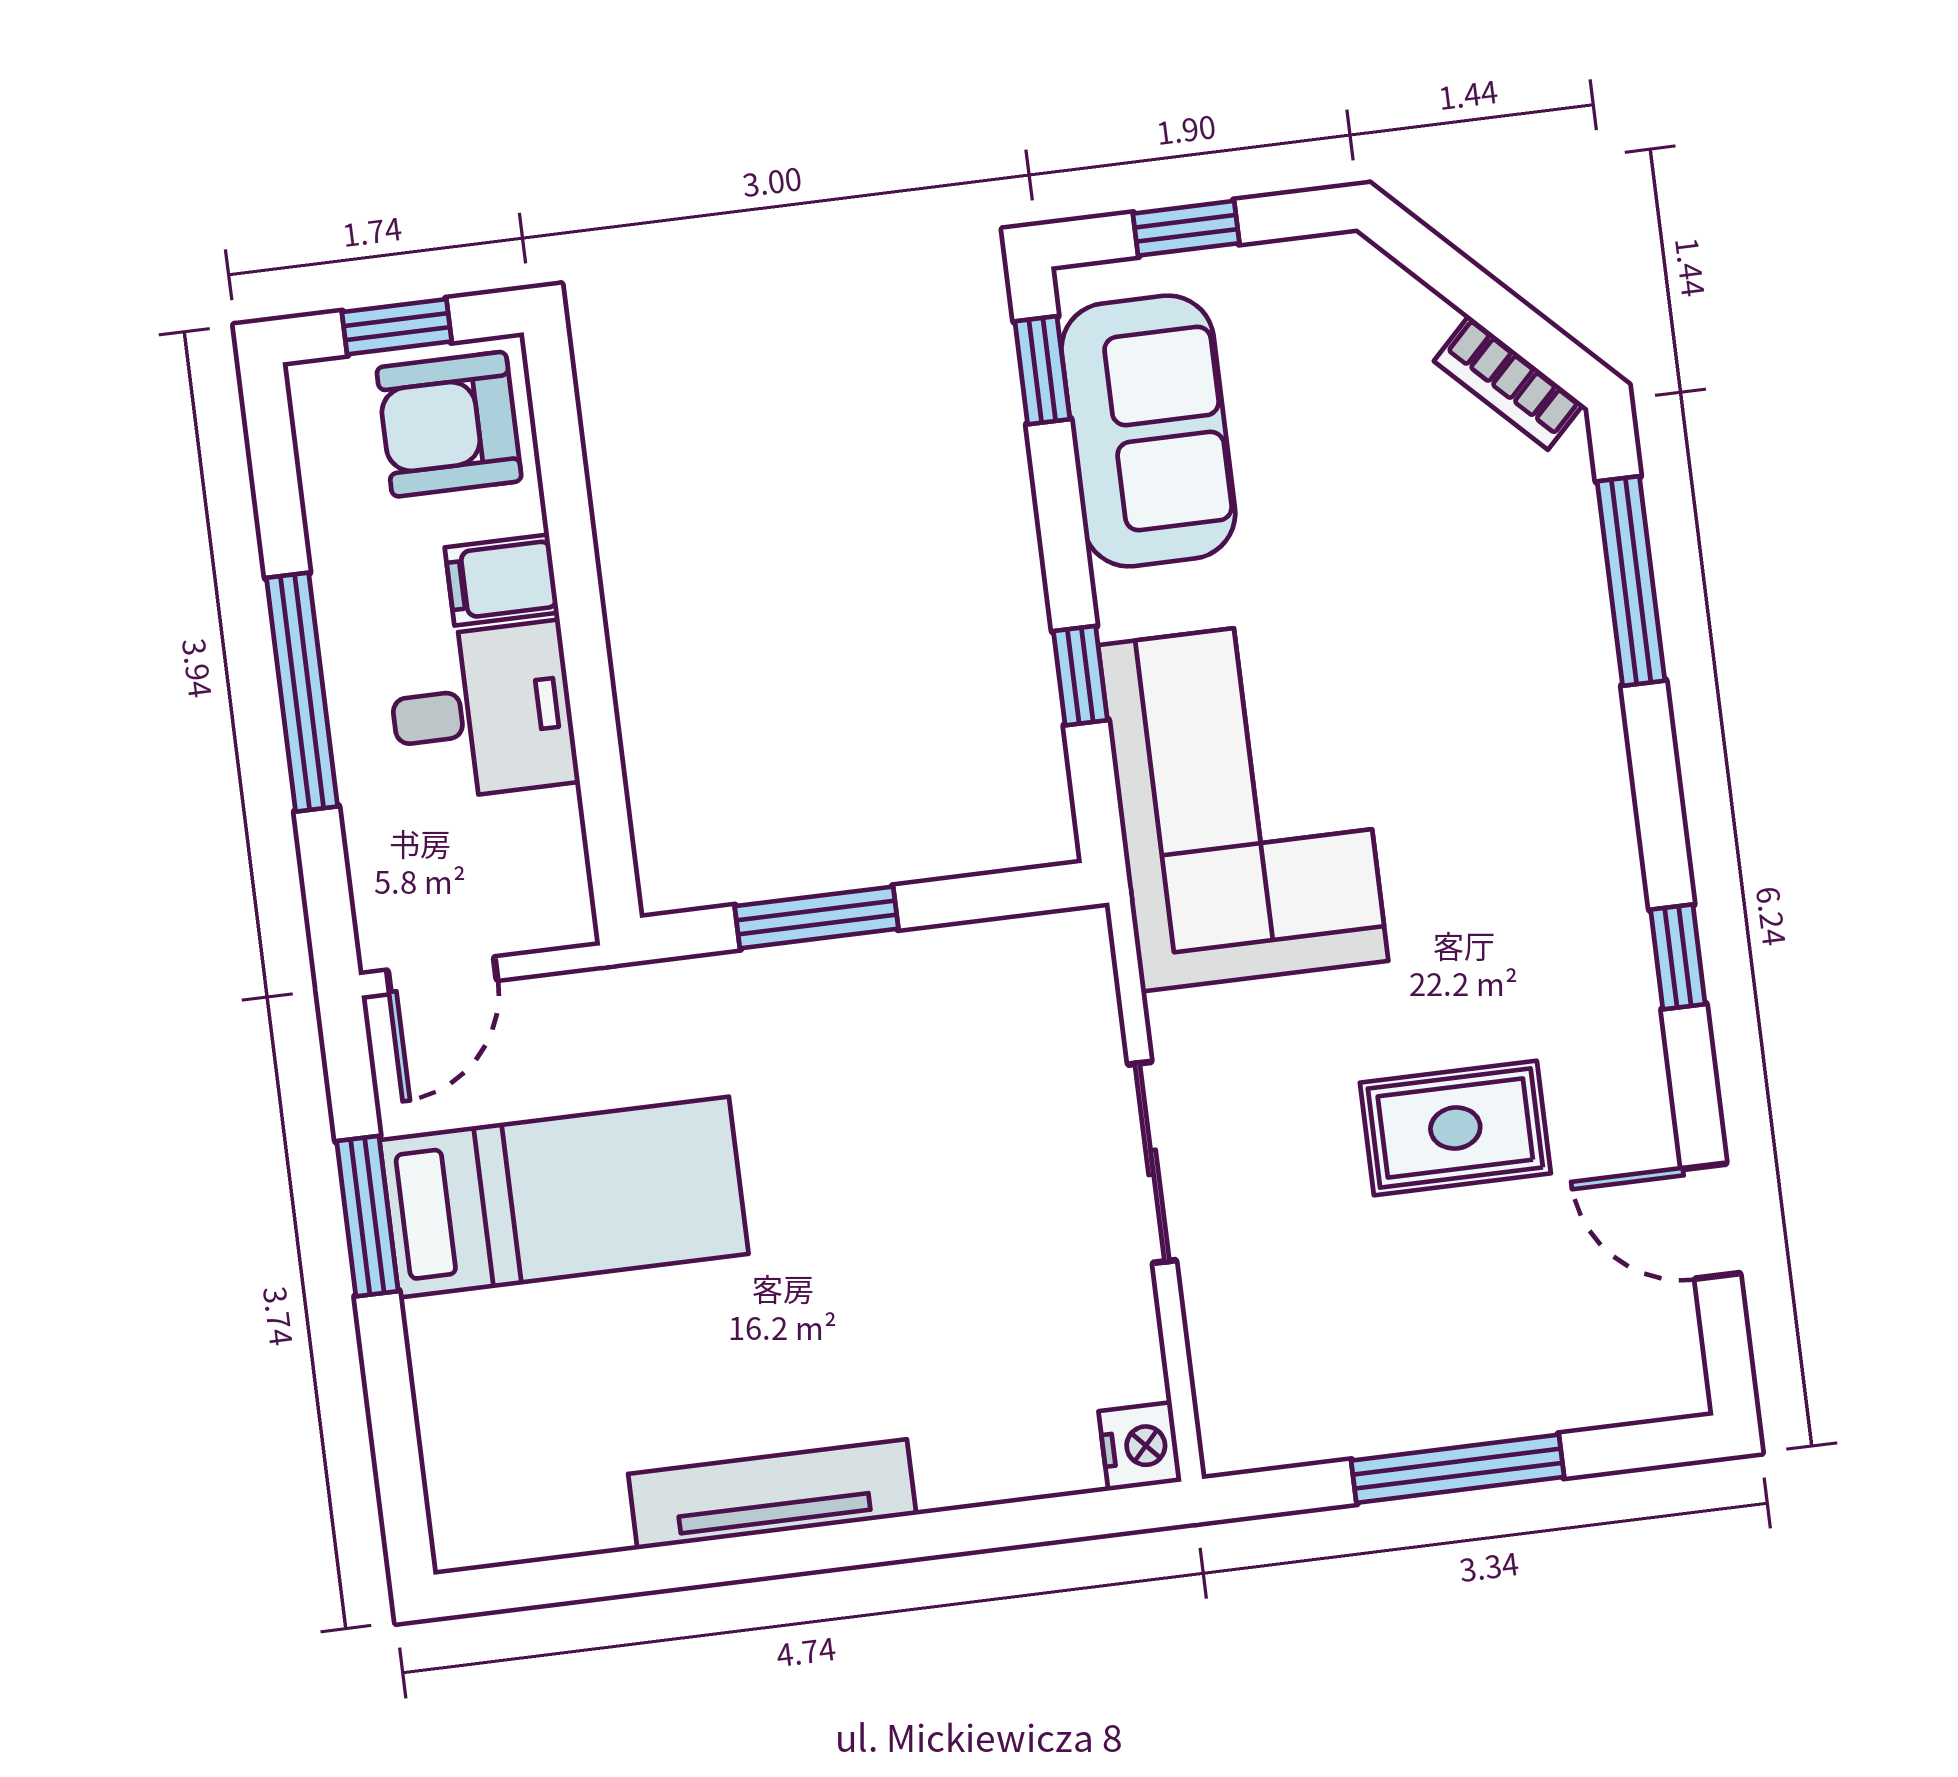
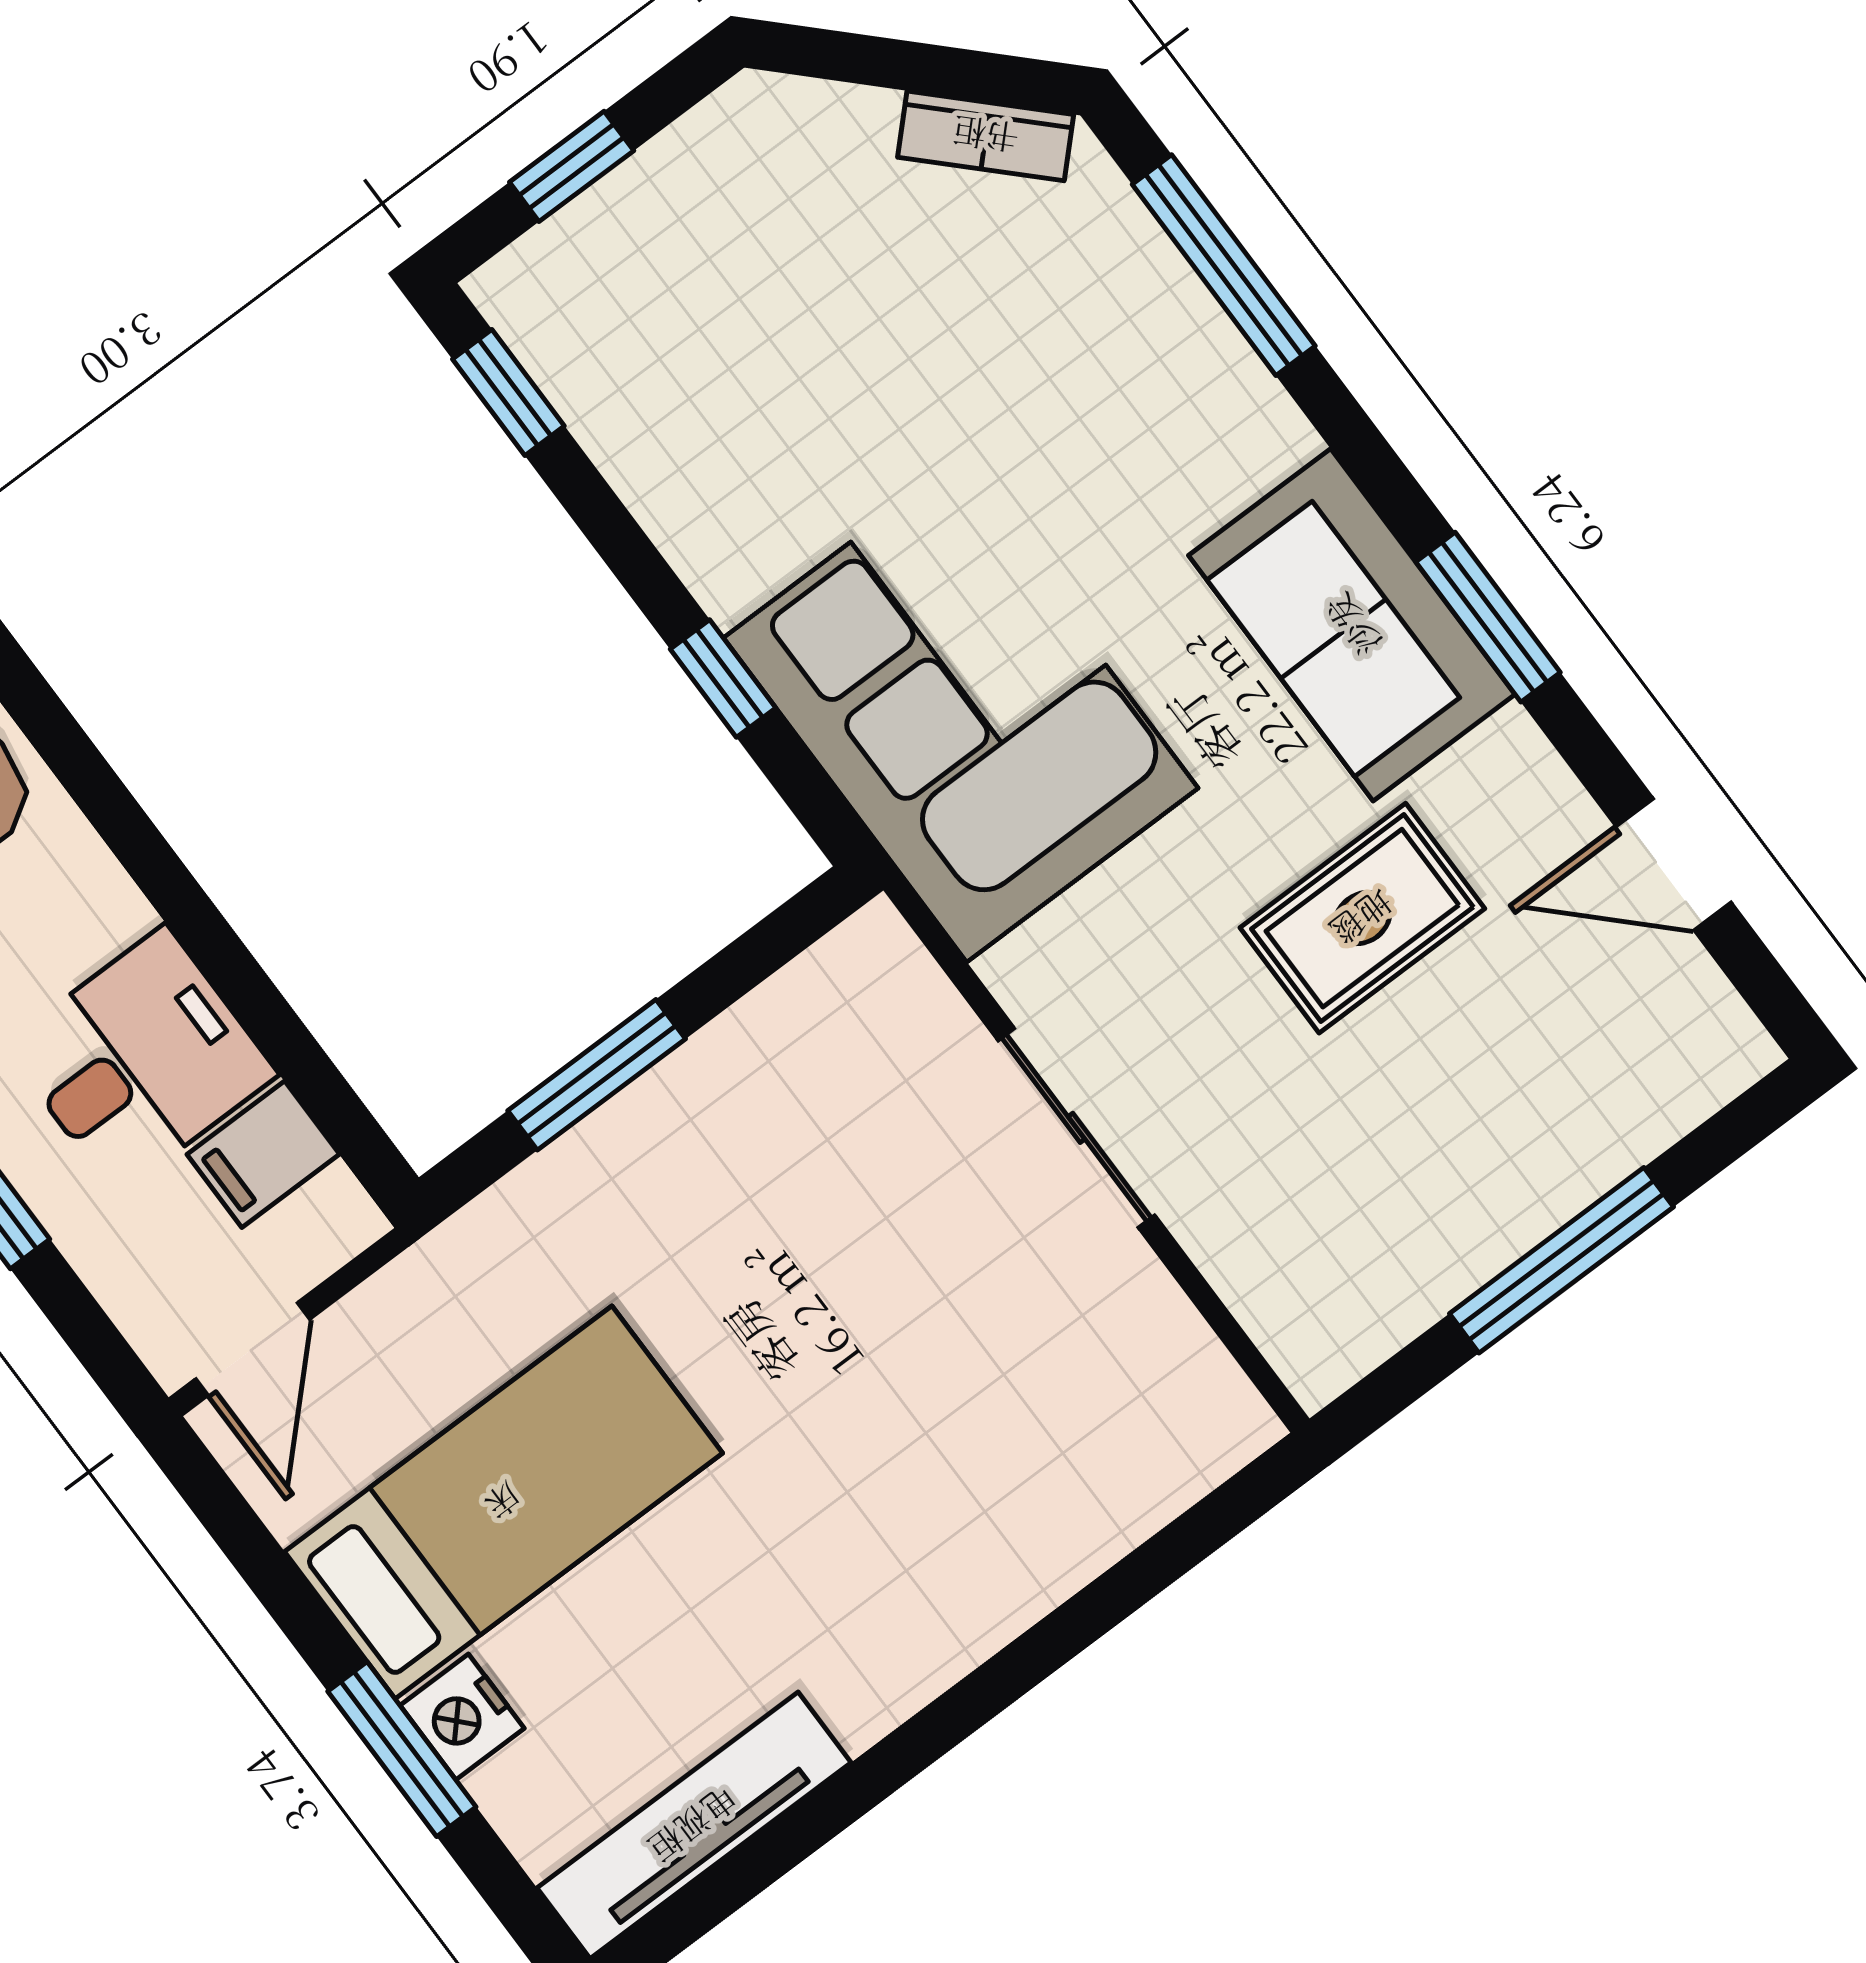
sofa: (1148, 431) -> (1352, 625), moved, turned 180
filing cabinet: (502, 580) -> (263, 1154), moved
window: (1678, 957) -> (1488, 617), width x1.50
window: (367, 1216) -> (402, 1749), moved
nightstand: (1140, 1446) -> (462, 1717), moved, turned 180
tv unit: (772, 1494) -> (694, 1825), moved

